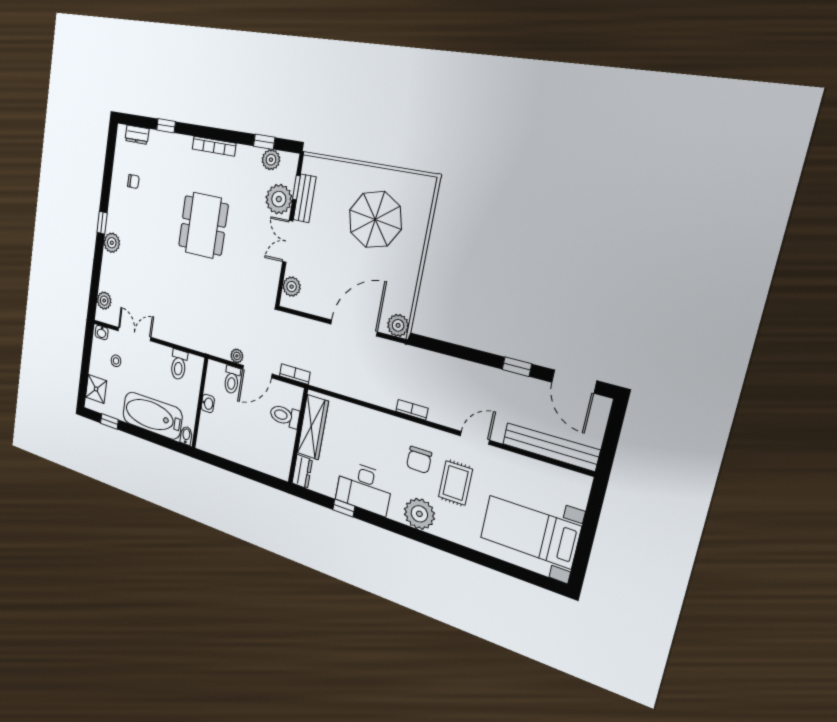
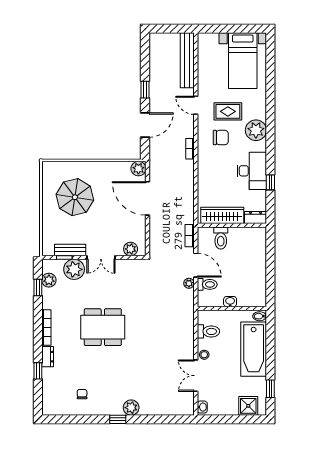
dresser: (137, 135) -> (48, 357), moved
plant: (104, 301) -> (177, 408), removed
stool: (116, 361) -> (204, 355), moved
door: (574, 382) -> (145, 125), moved

